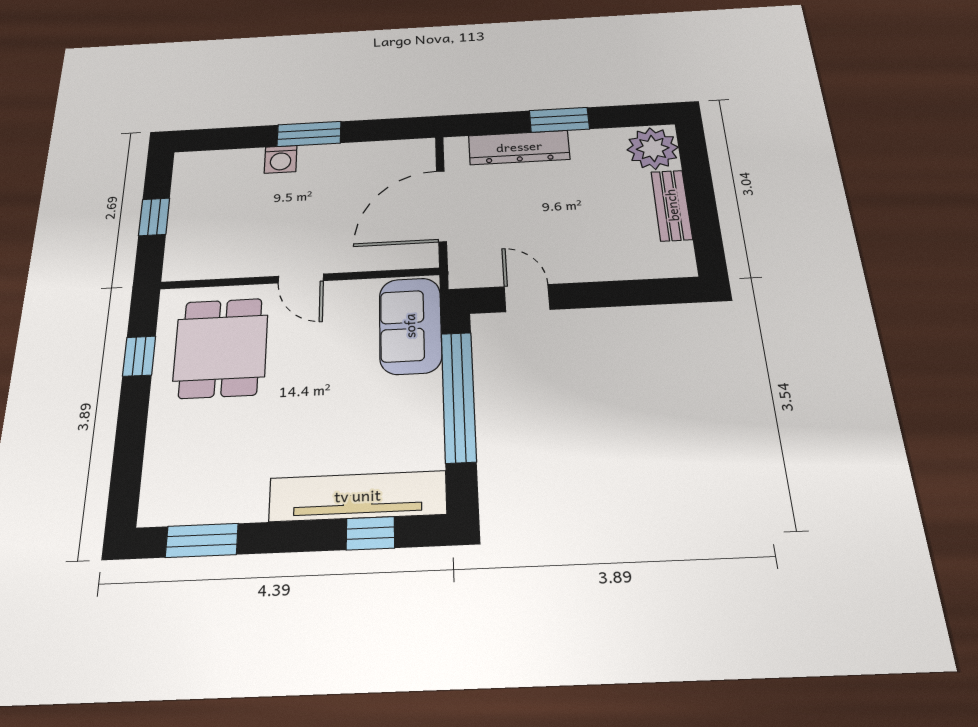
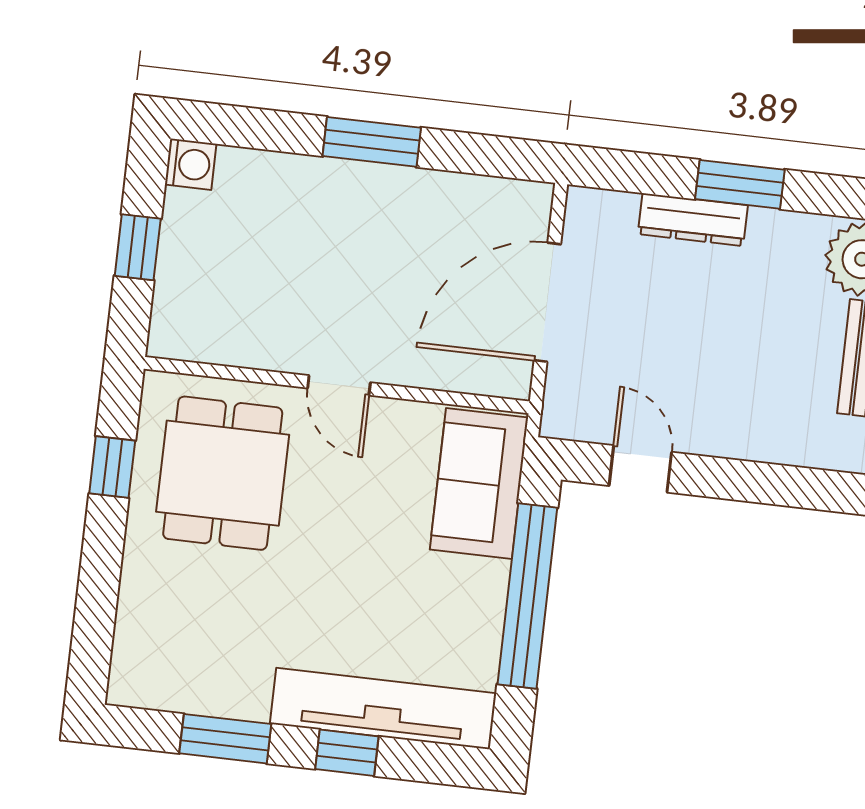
dresser: (519, 147) -> (693, 220), width x0.73, depth x0.80
washing machine: (281, 159) -> (191, 164), moved, turned -90
window: (370, 533) -> (347, 753), moved
window: (202, 540) -> (225, 739), moved

